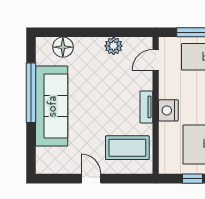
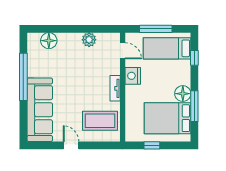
door: (156, 60) -> (123, 51), swing flipped
sofa: (52, 106) -> (40, 110), moved
nightstand: (168, 110) -> (133, 76), moved

